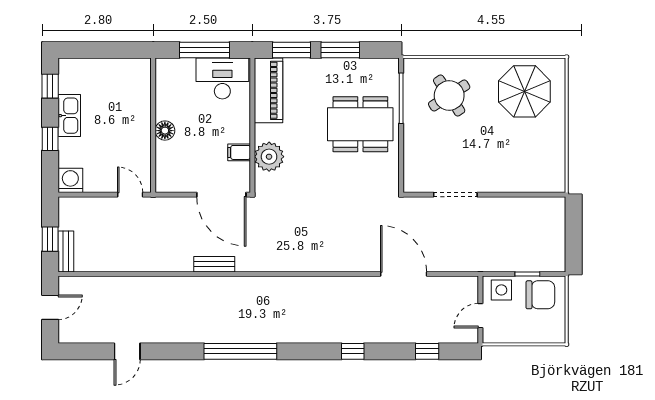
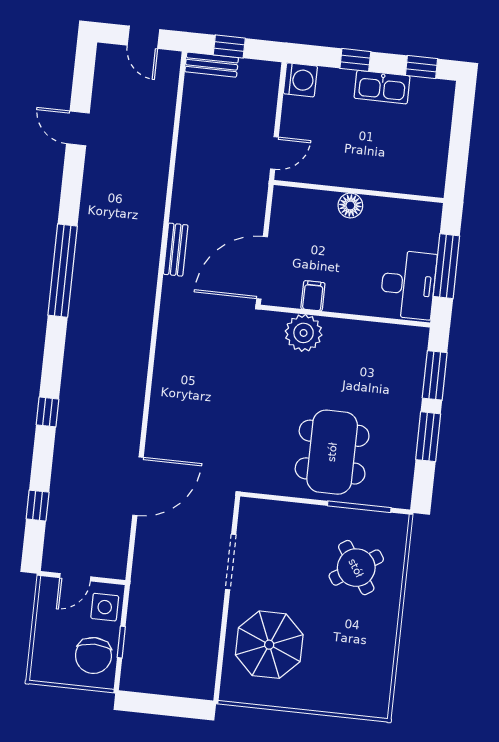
piano: (268, 90) -> (387, 341), removed
parasol: (524, 91) -> (269, 645), moved
door: (480, 316) -> (75, 577), swing flipped

